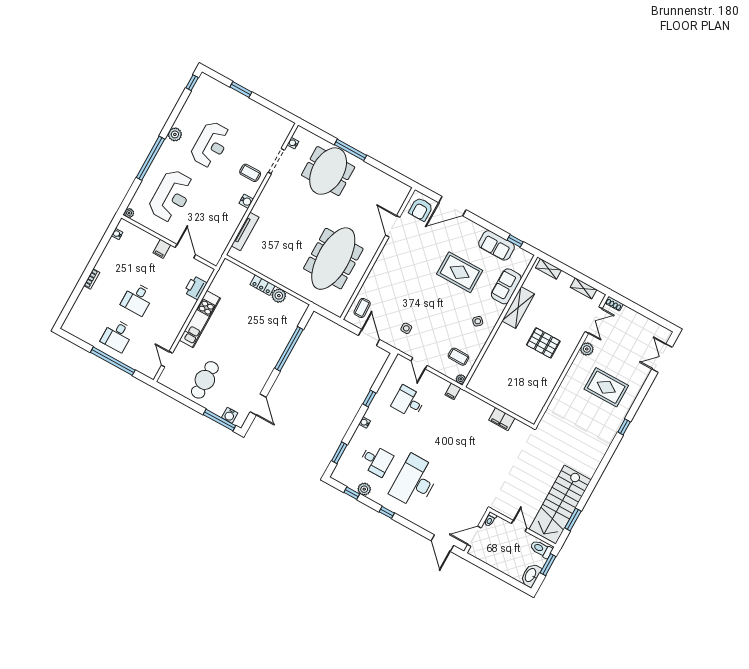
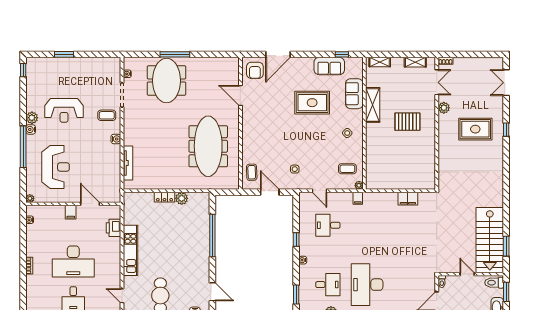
water cooler: (167, 145) -> (31, 129), added
reception desk: (211, 145) -> (64, 110), turned 90
desk: (137, 299) -> (73, 261), width x1.87, depth x1.30
window: (624, 427) -> (506, 130), moved

